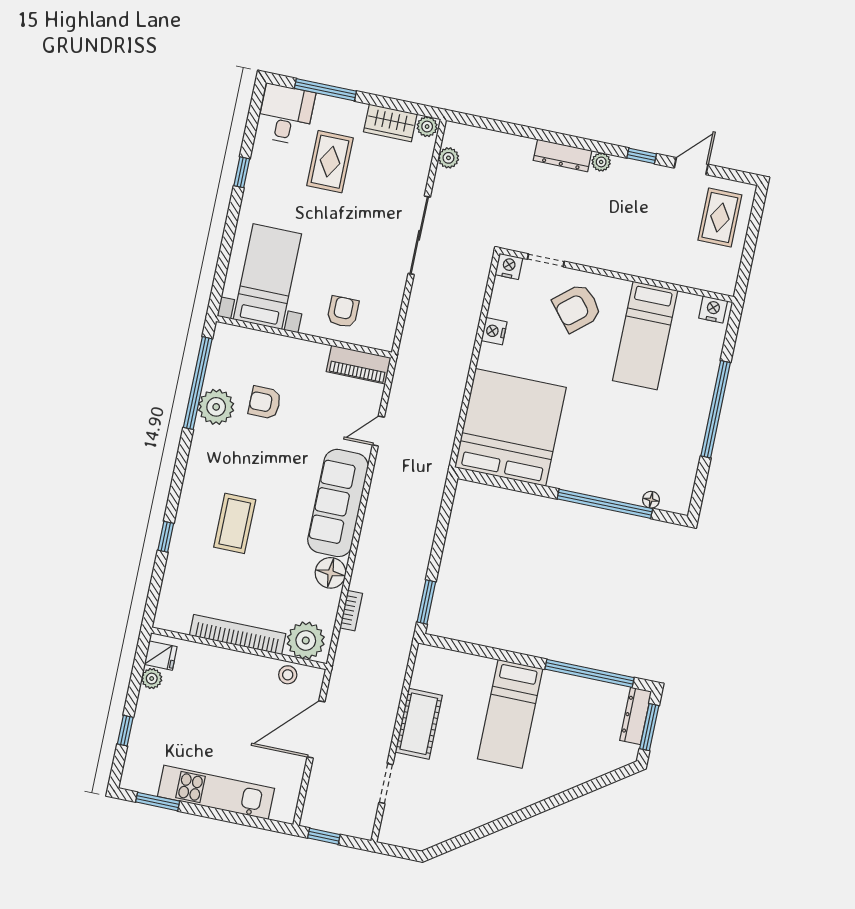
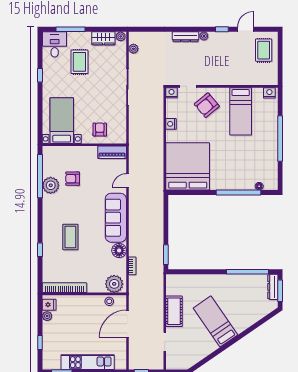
bookcase: (238, 635) -> (64, 288), moved
bed: (510, 714) -> (215, 321), moved, turned 146

